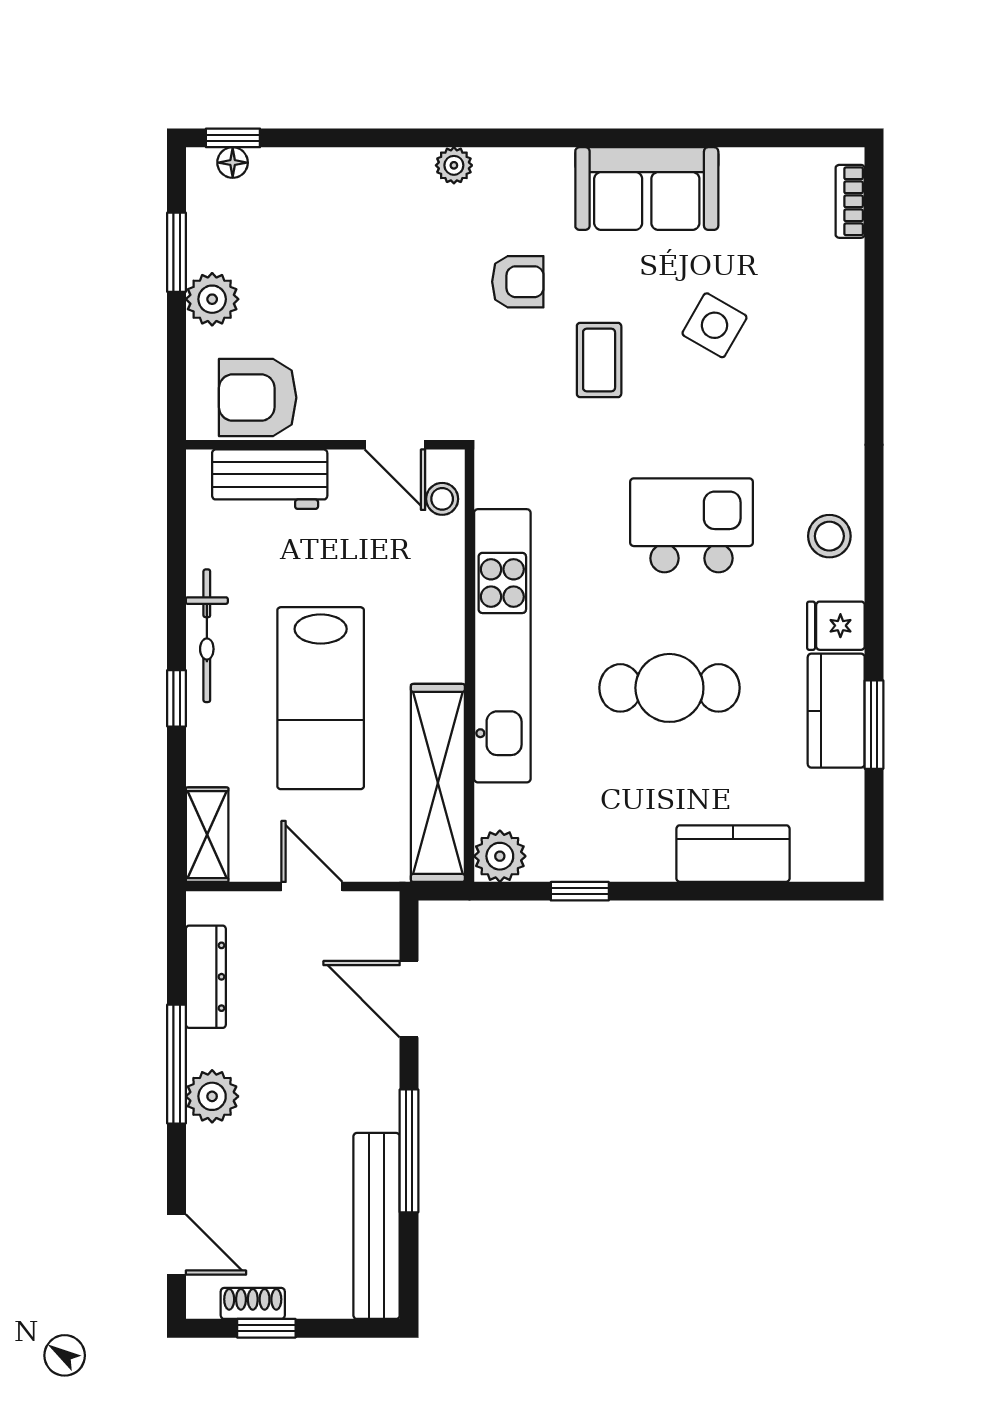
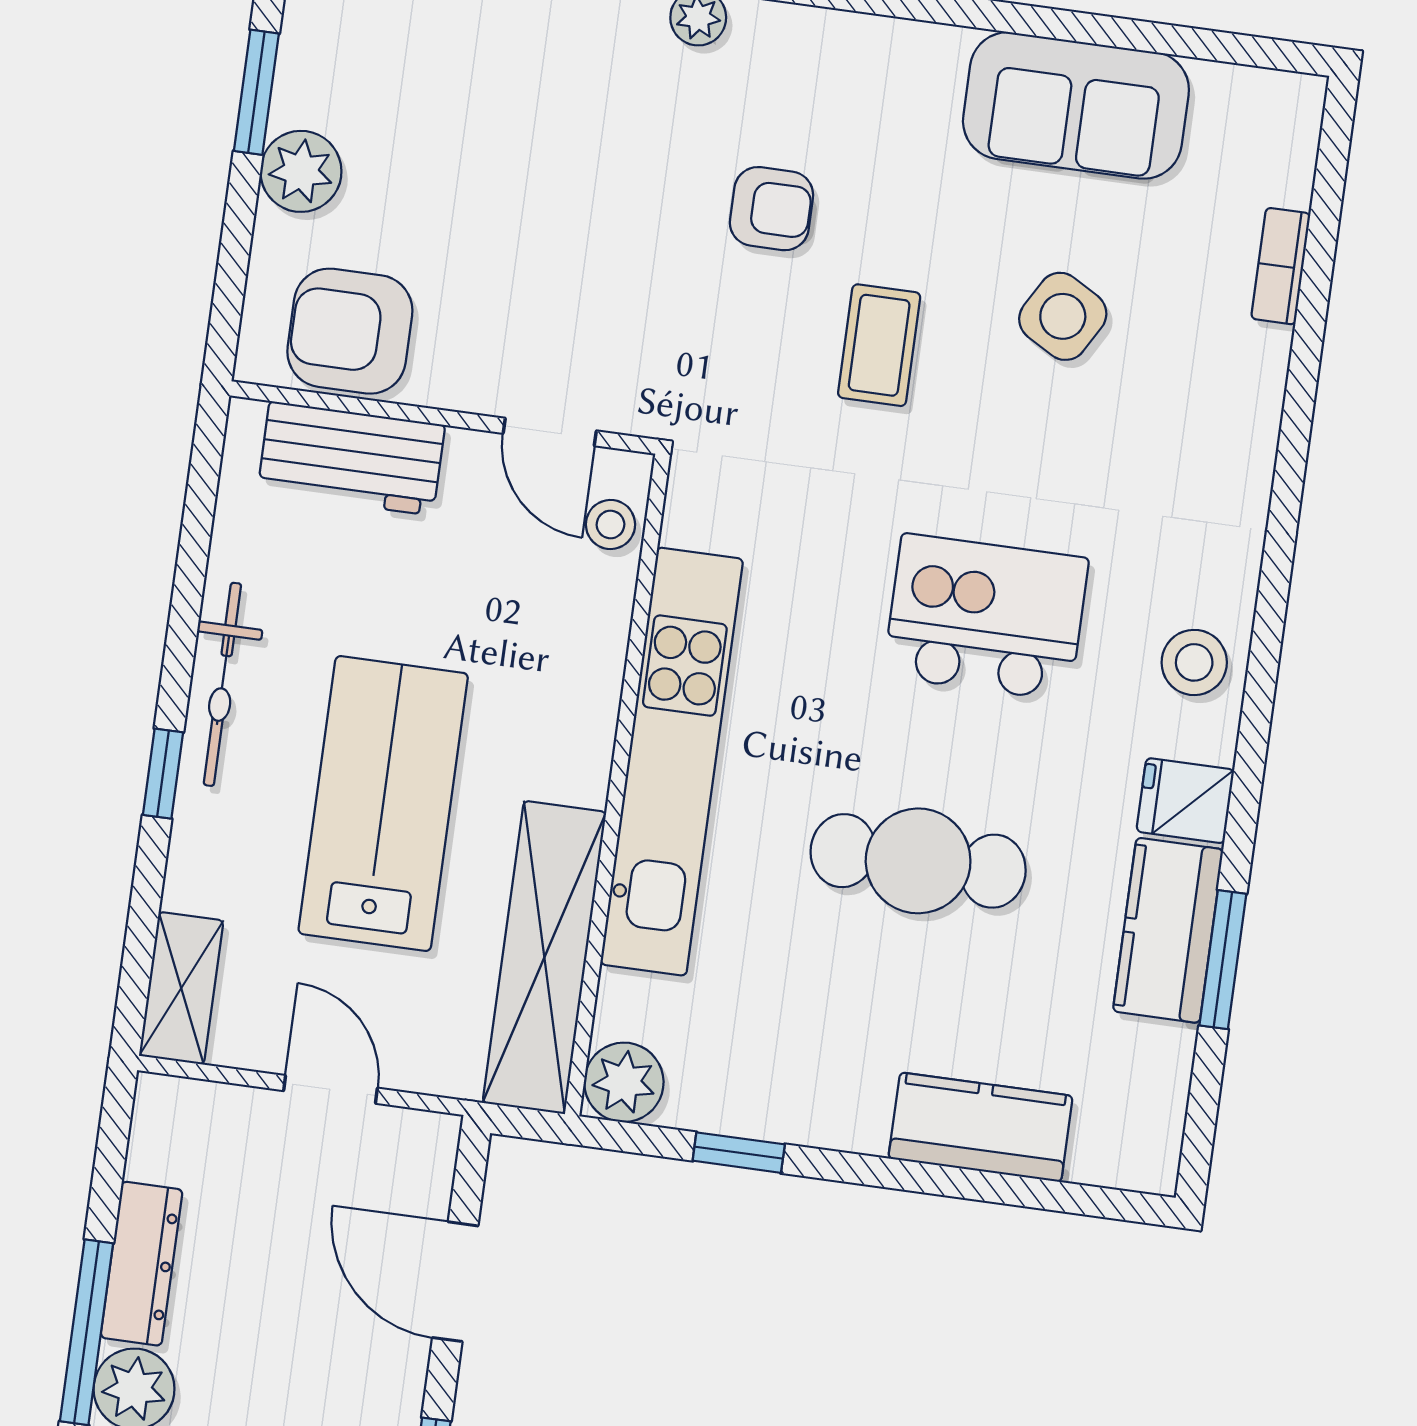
sofa: (647, 189) -> (1076, 105), moved
bookcase: (850, 201) -> (1281, 266), moved
lab bench: (321, 698) -> (383, 804), turned 180
dresser: (206, 977) -> (142, 1264), moved

